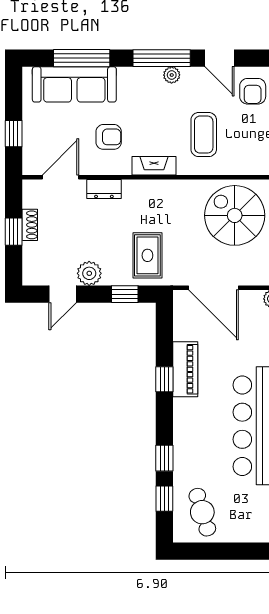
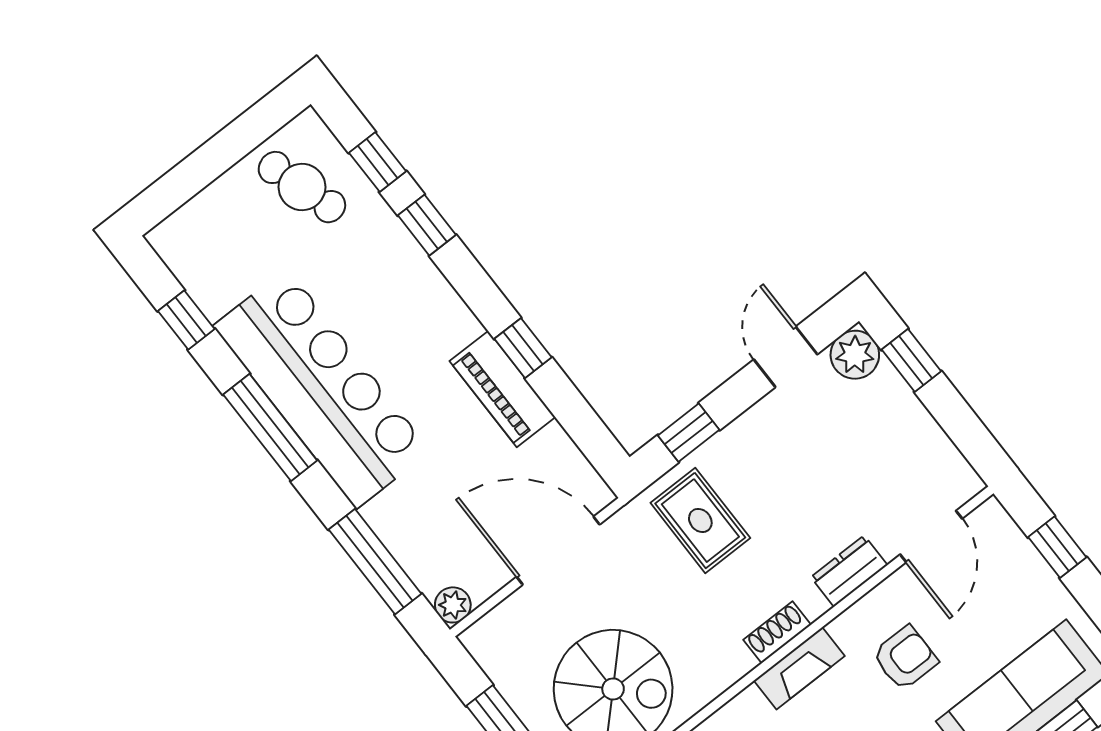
armchair: (109, 137) -> (905, 658), turned 180
shoe rack: (30, 225) -> (777, 632), moved, turned 90
window: (14, 232) -> (911, 360), moved
plant: (89, 273) -> (855, 355), moved

